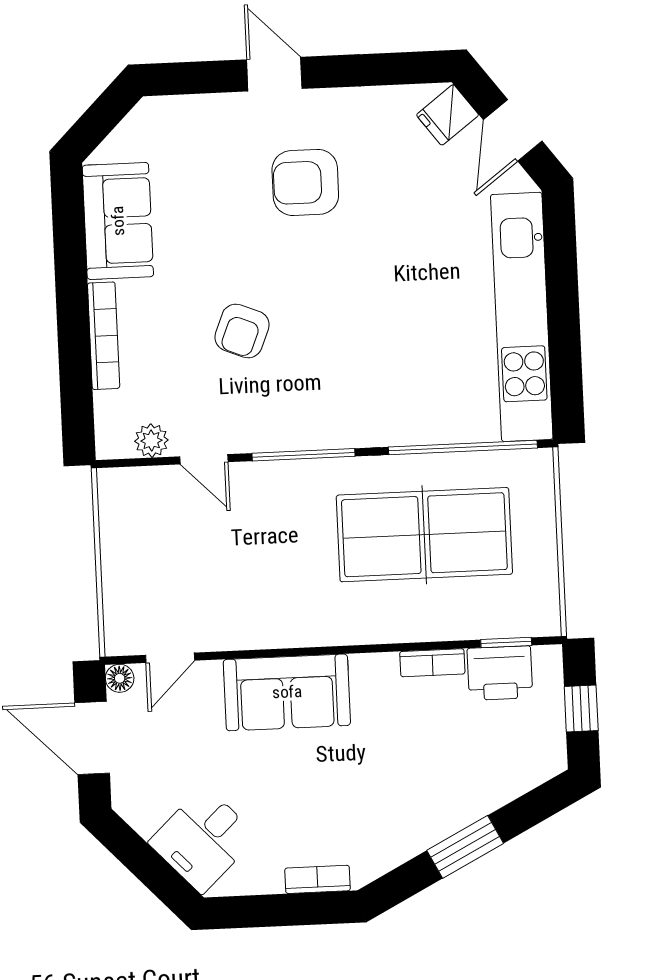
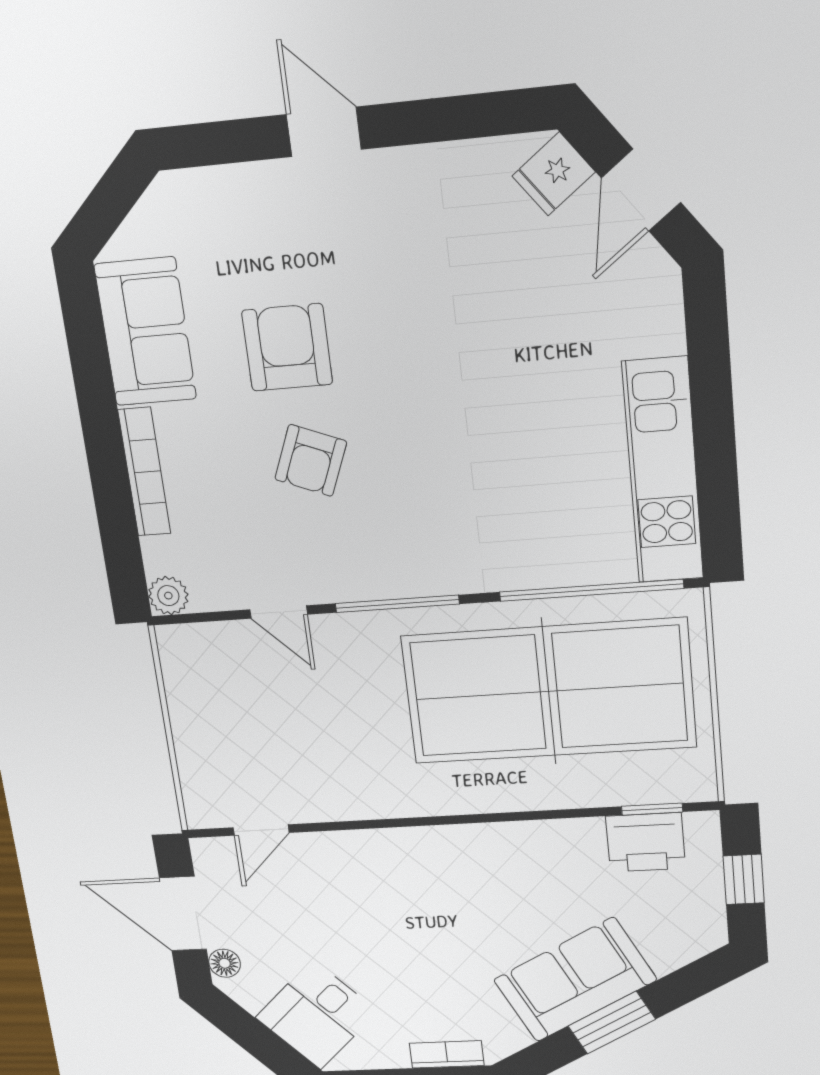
armchair: (305, 182) -> (287, 347), moved, turned 90
kitchen unit: (522, 317) -> (663, 471), width x0.73
plant: (151, 441) -> (168, 596), moved
table tennis table: (424, 535) -> (549, 691), width x1.36, depth x1.32
bookcase: (432, 663) -> (565, 832), removed
floor lamp: (120, 678) -> (225, 963), moved
sofa: (287, 692) -> (575, 980), moved, turned 153

